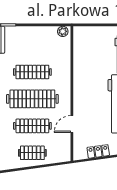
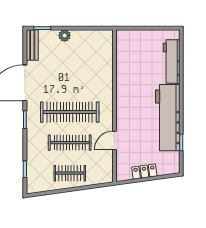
plant: (63, 31) -> (65, 35), moved
clothes rail: (32, 72) -> (70, 81), removed

